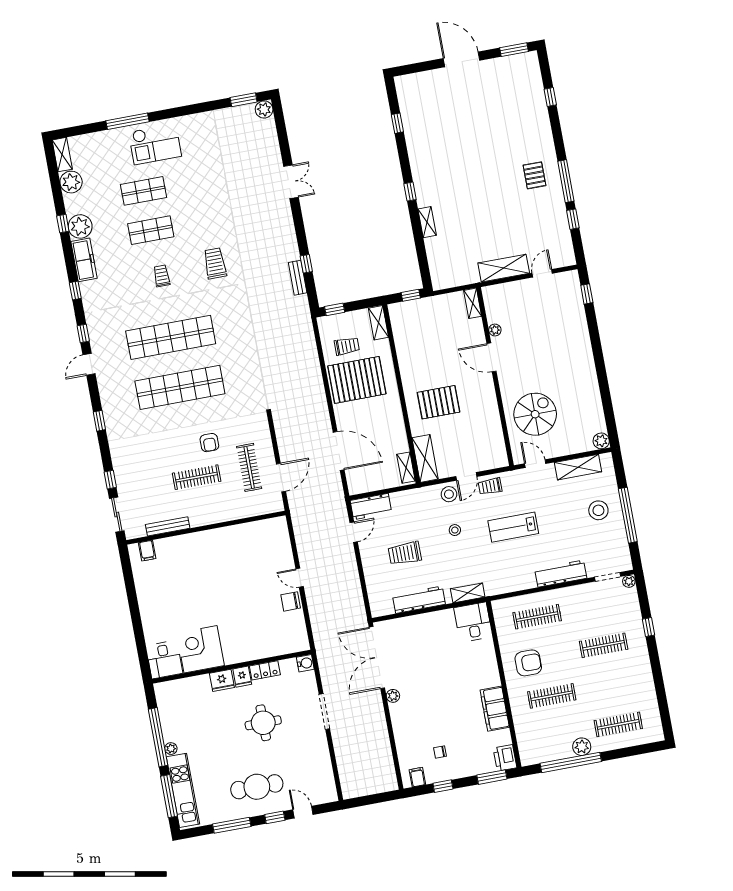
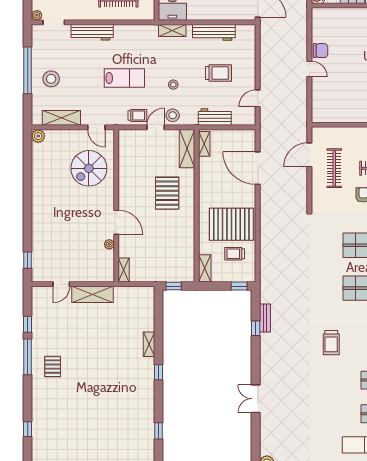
pallet: (439, 402) -> (167, 193), turned 90
workbench: (371, 507) -> (215, 117), moved

